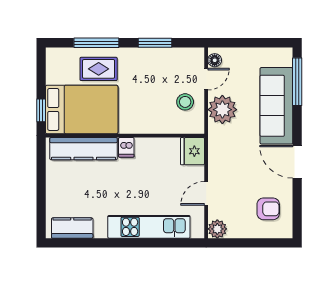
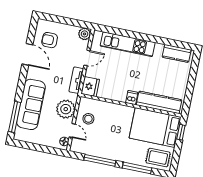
window: (155, 43) -> (100, 160), width x1.44
rug: (99, 69) -> (158, 158), moved
door: (206, 79) -> (72, 131), swing flipped
tv unit: (216, 157) -> (76, 80), added
door: (297, 162) -> (27, 54), moved

